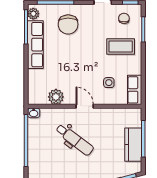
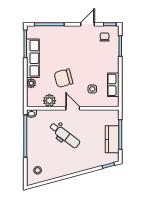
plant: (33, 14) -> (31, 83), moved
chair: (68, 24) -> (64, 78), moved, turned 75
coffee table: (121, 47) -> (102, 60), removed
row of seats: (135, 90) -> (113, 85), moved

